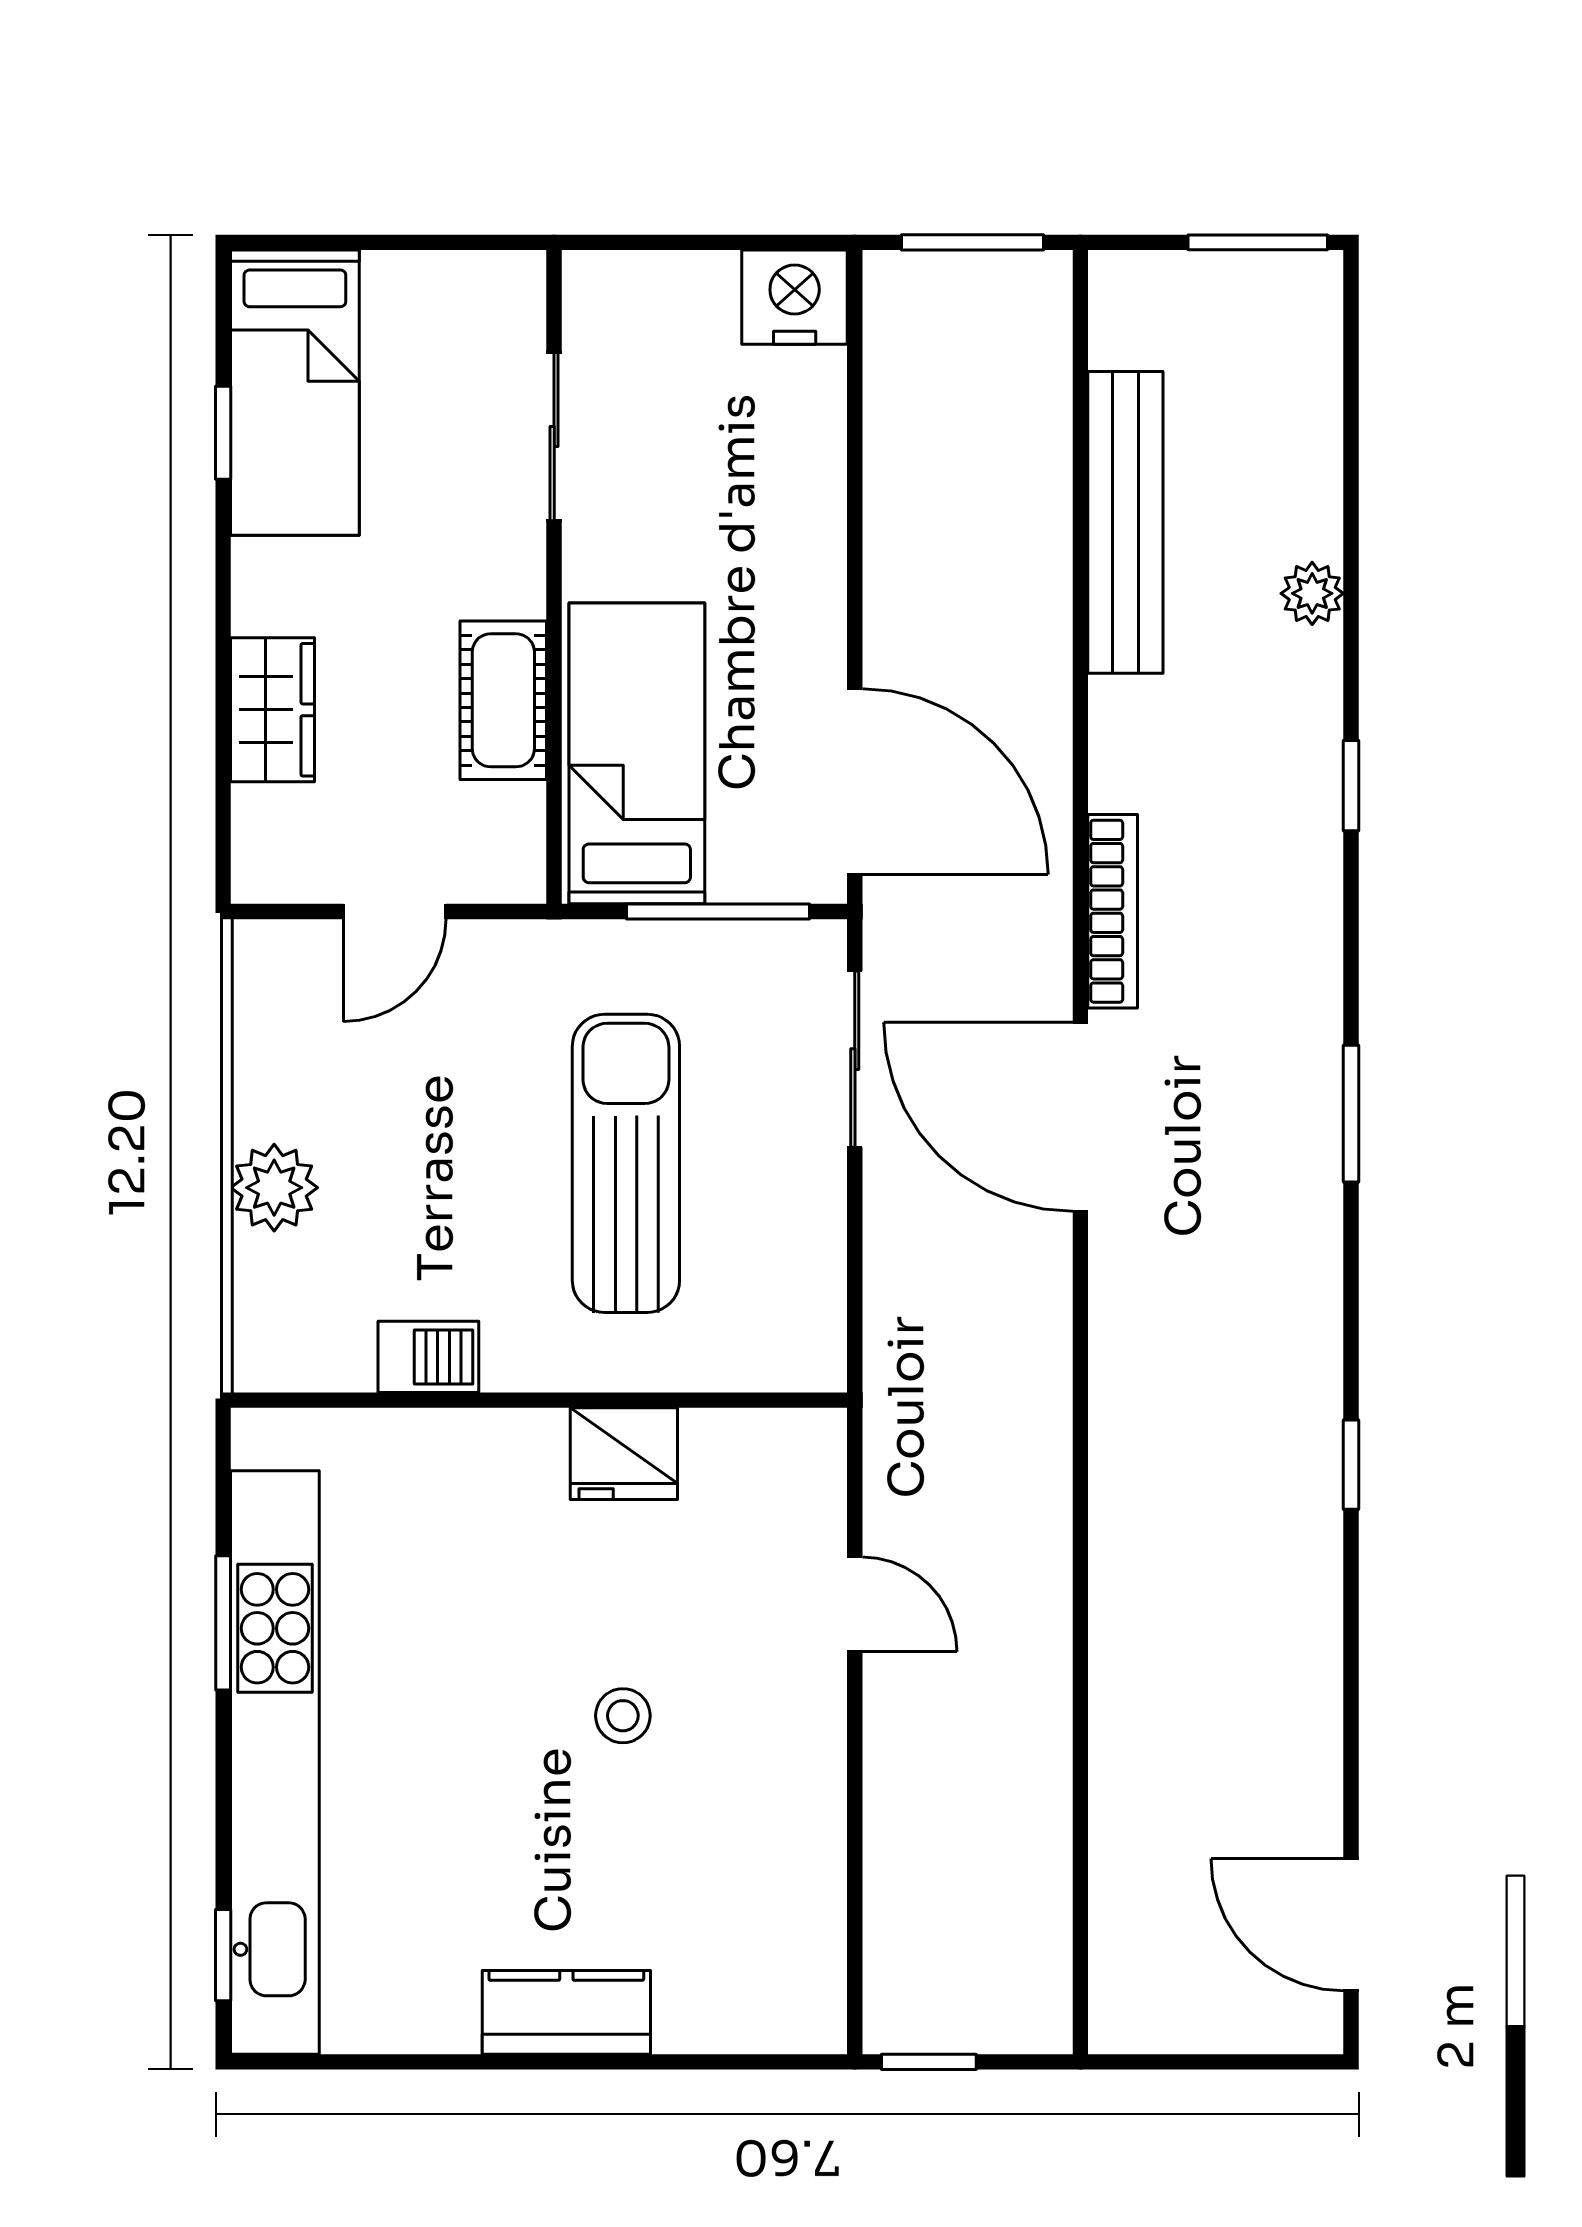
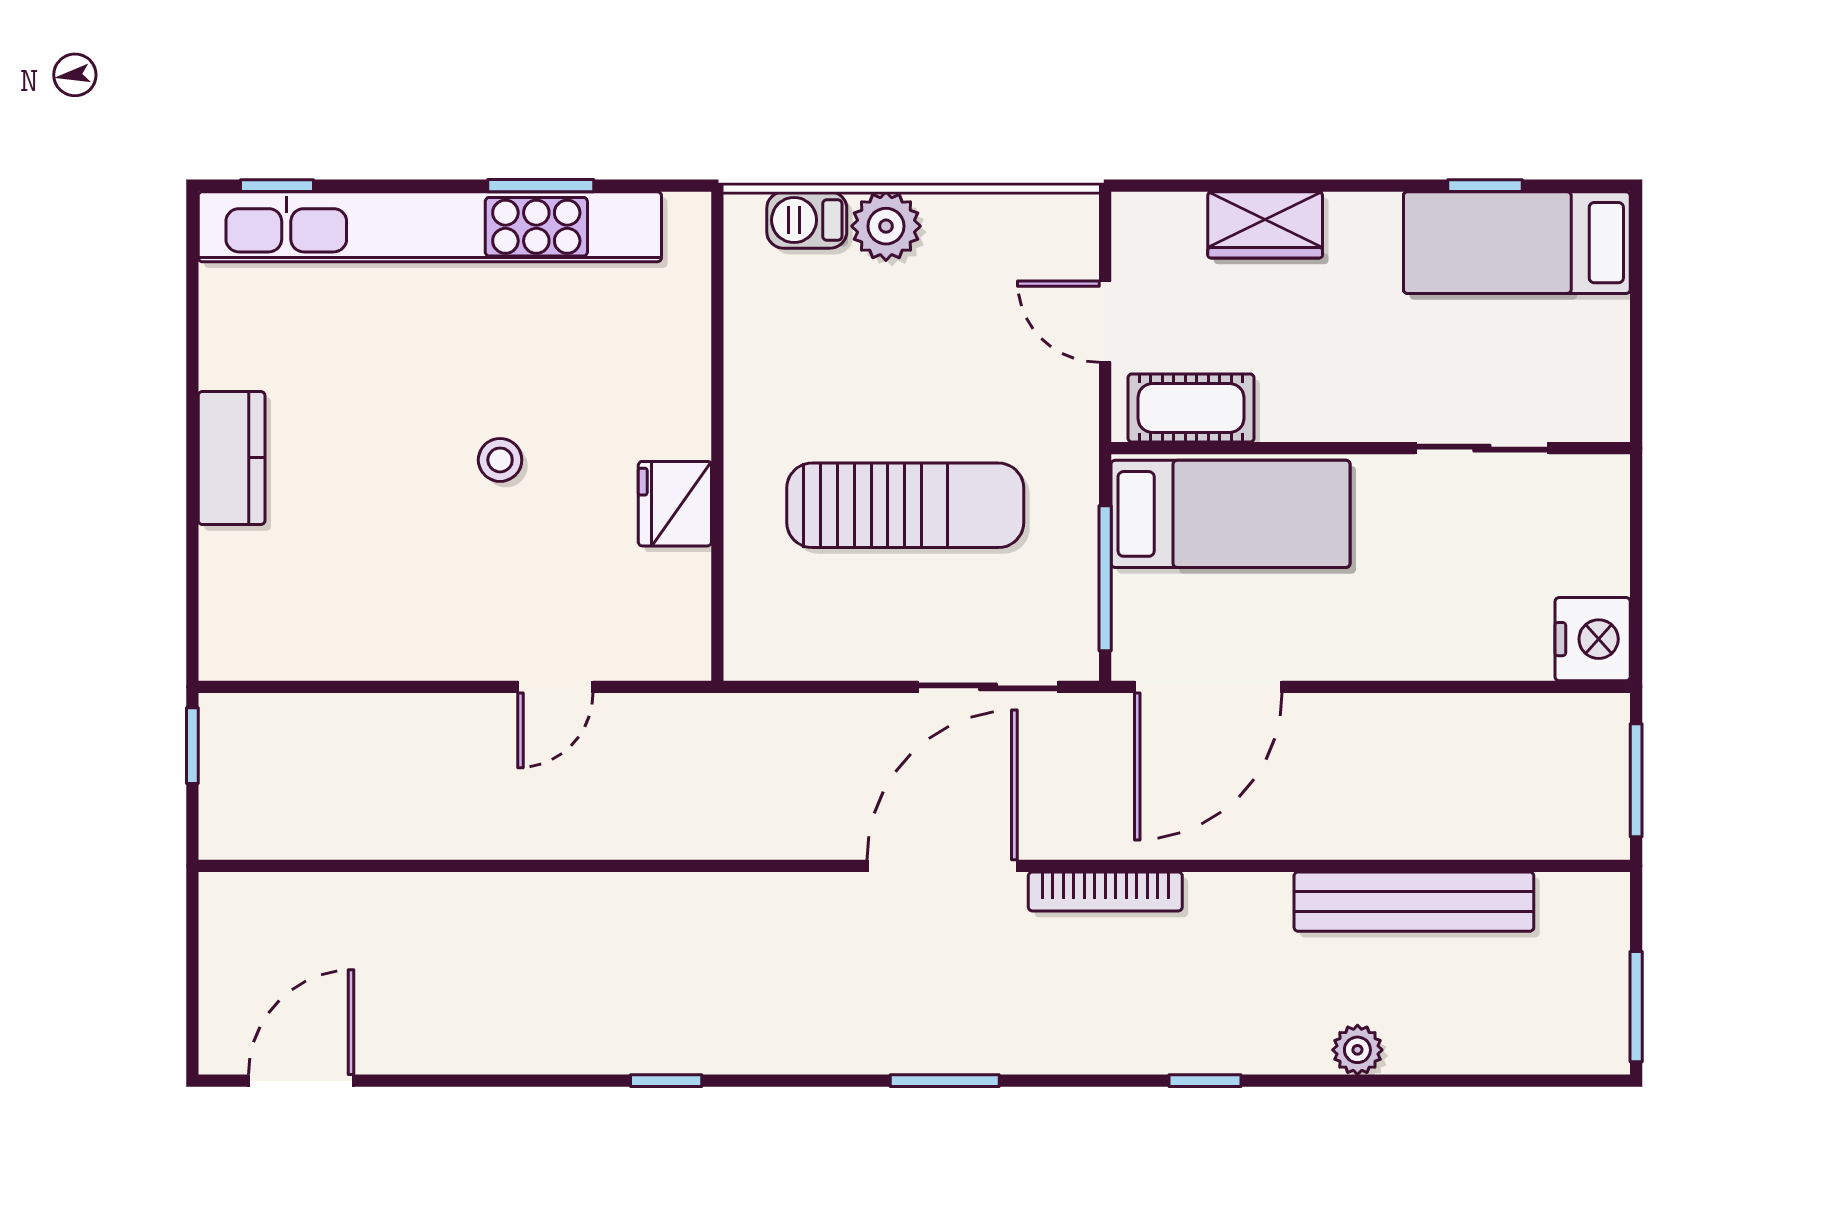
cot: (503, 700) -> (1191, 408), moved
barbecue: (428, 1357) -> (807, 220), moved, turned 90
stool: (623, 1716) -> (500, 460), moved

